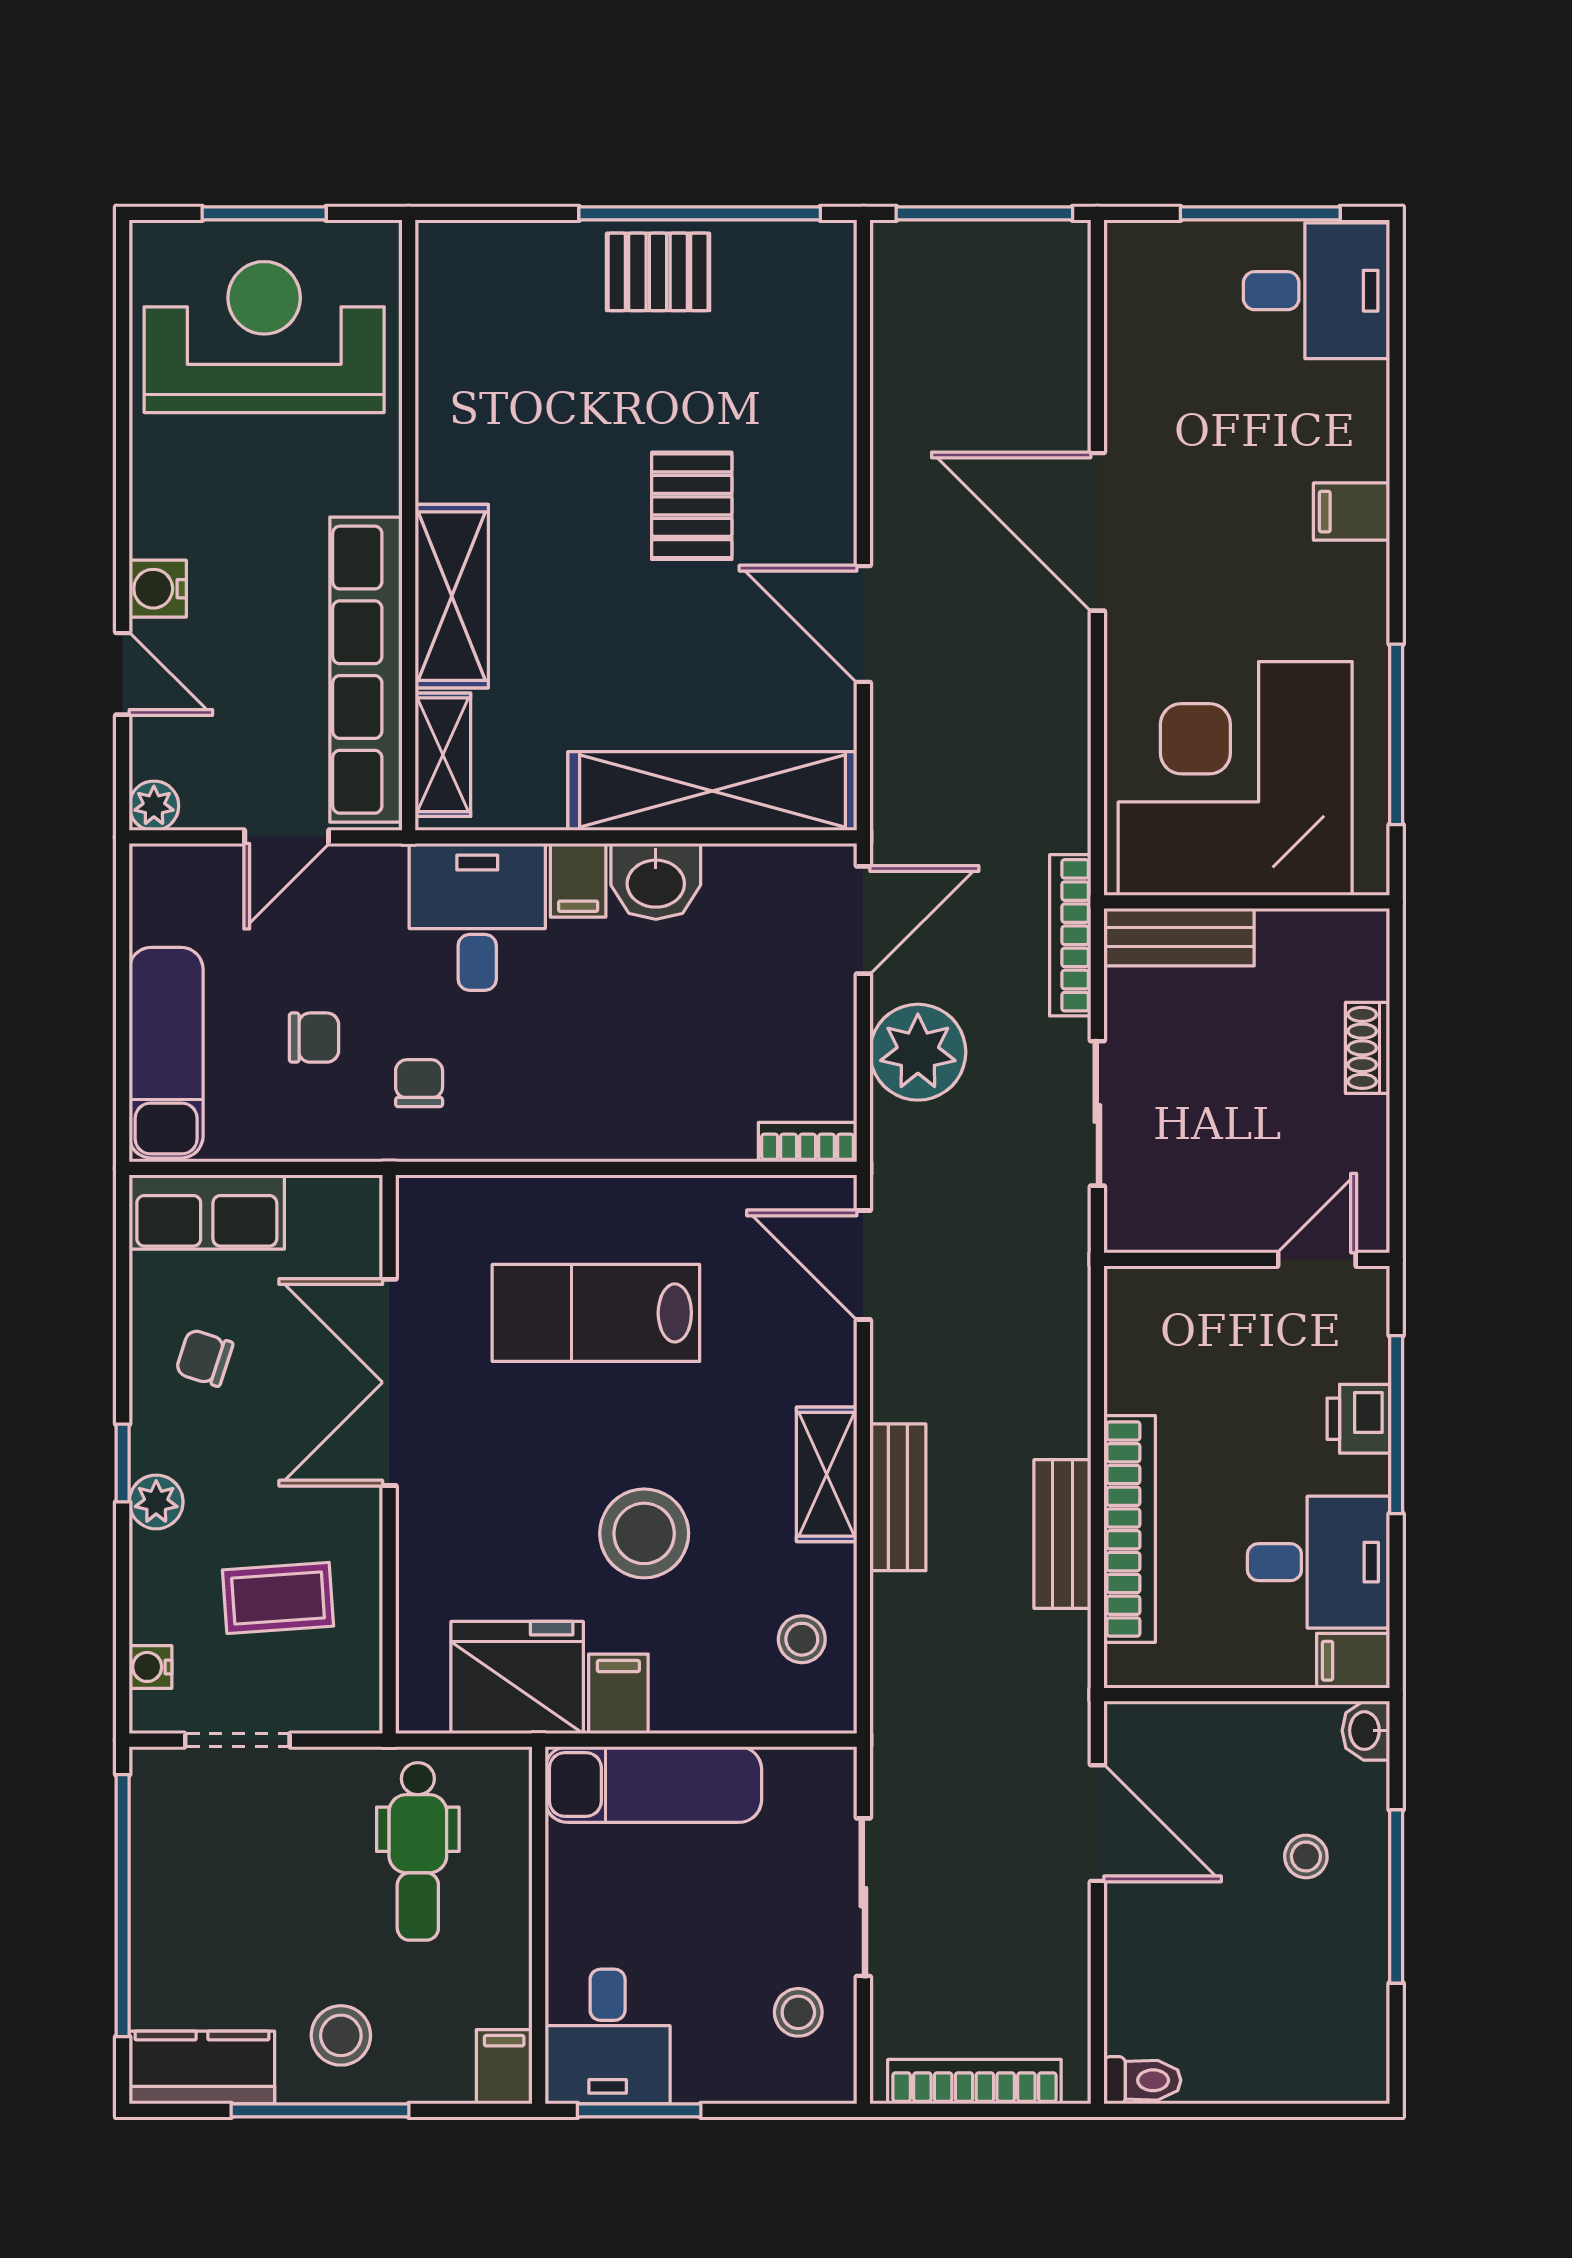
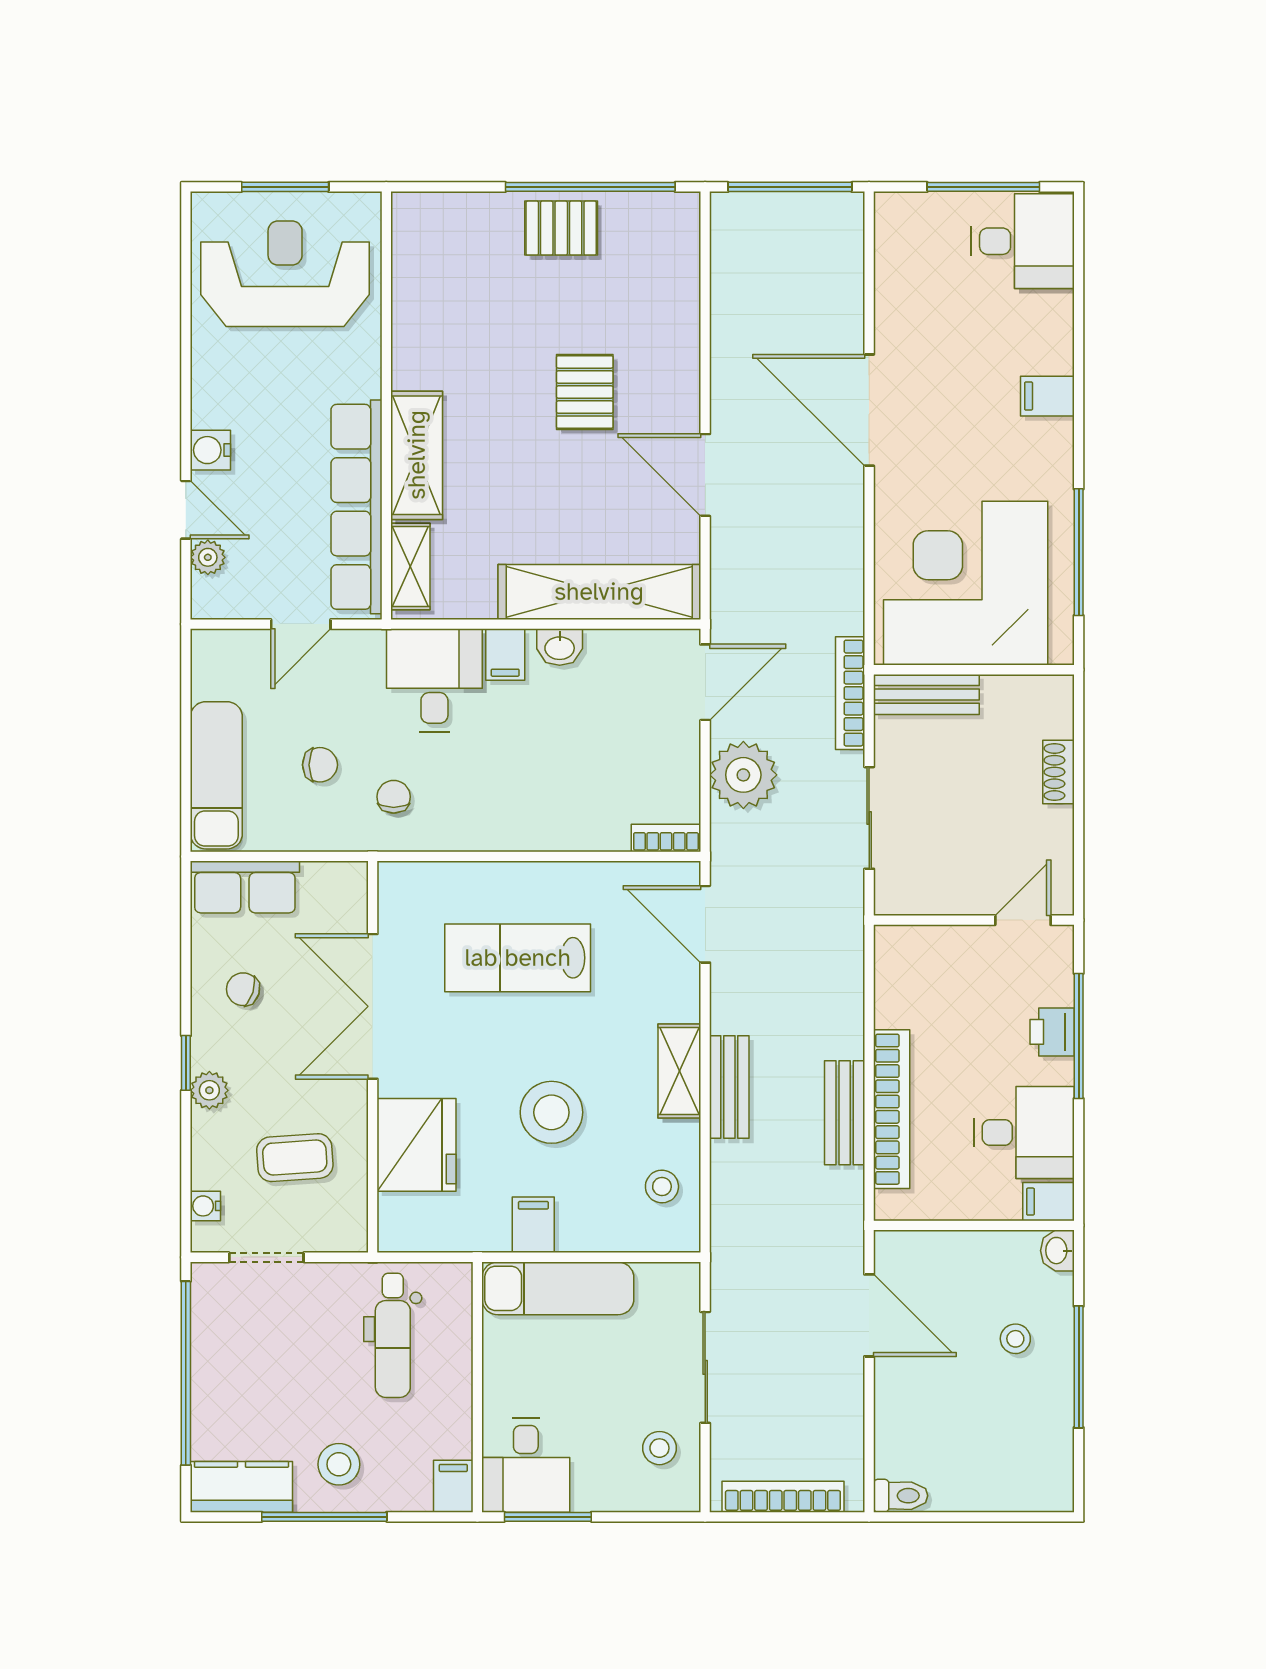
plant: (154, 806) -> (208, 557), moved
washbasin: (656, 881) -> (560, 647), width x0.72, depth x0.69
fridge: (517, 1678) -> (417, 1145), moved, turned 90

